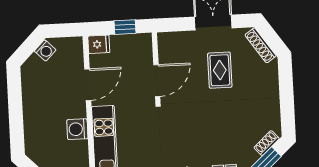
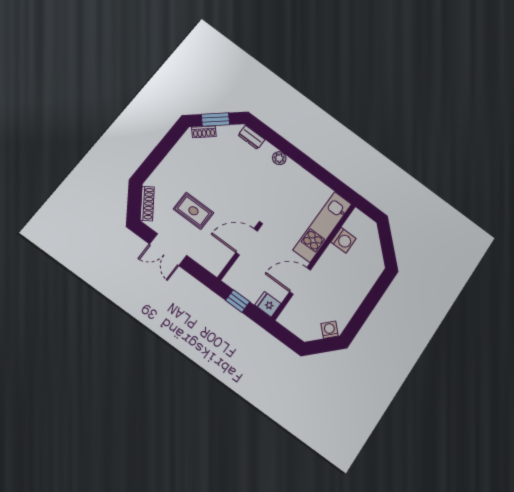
washing machine: (45, 50) -> (330, 330), moved
rug: (220, 70) -> (193, 211), turned 90
washing machine: (77, 129) -> (343, 240), moved

